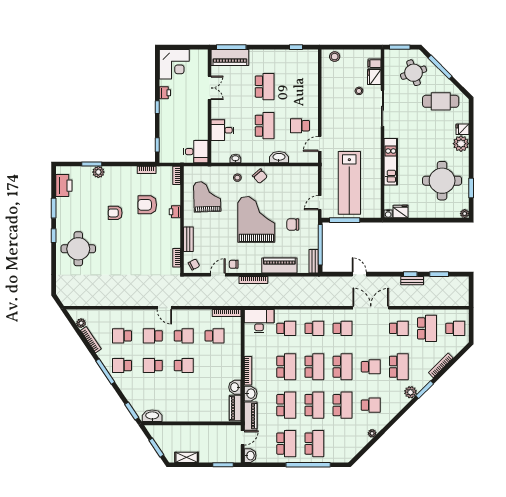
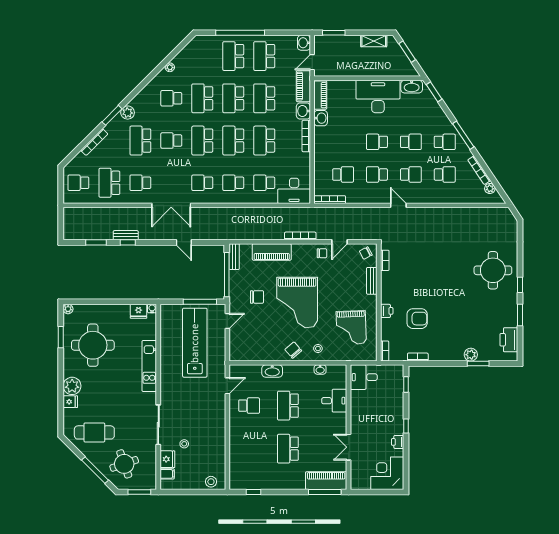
armchair: (115, 213) -> (452, 310), removed
school desk: (215, 336) -> (343, 174), turned 180
desk: (183, 407) -> (378, 96), added

